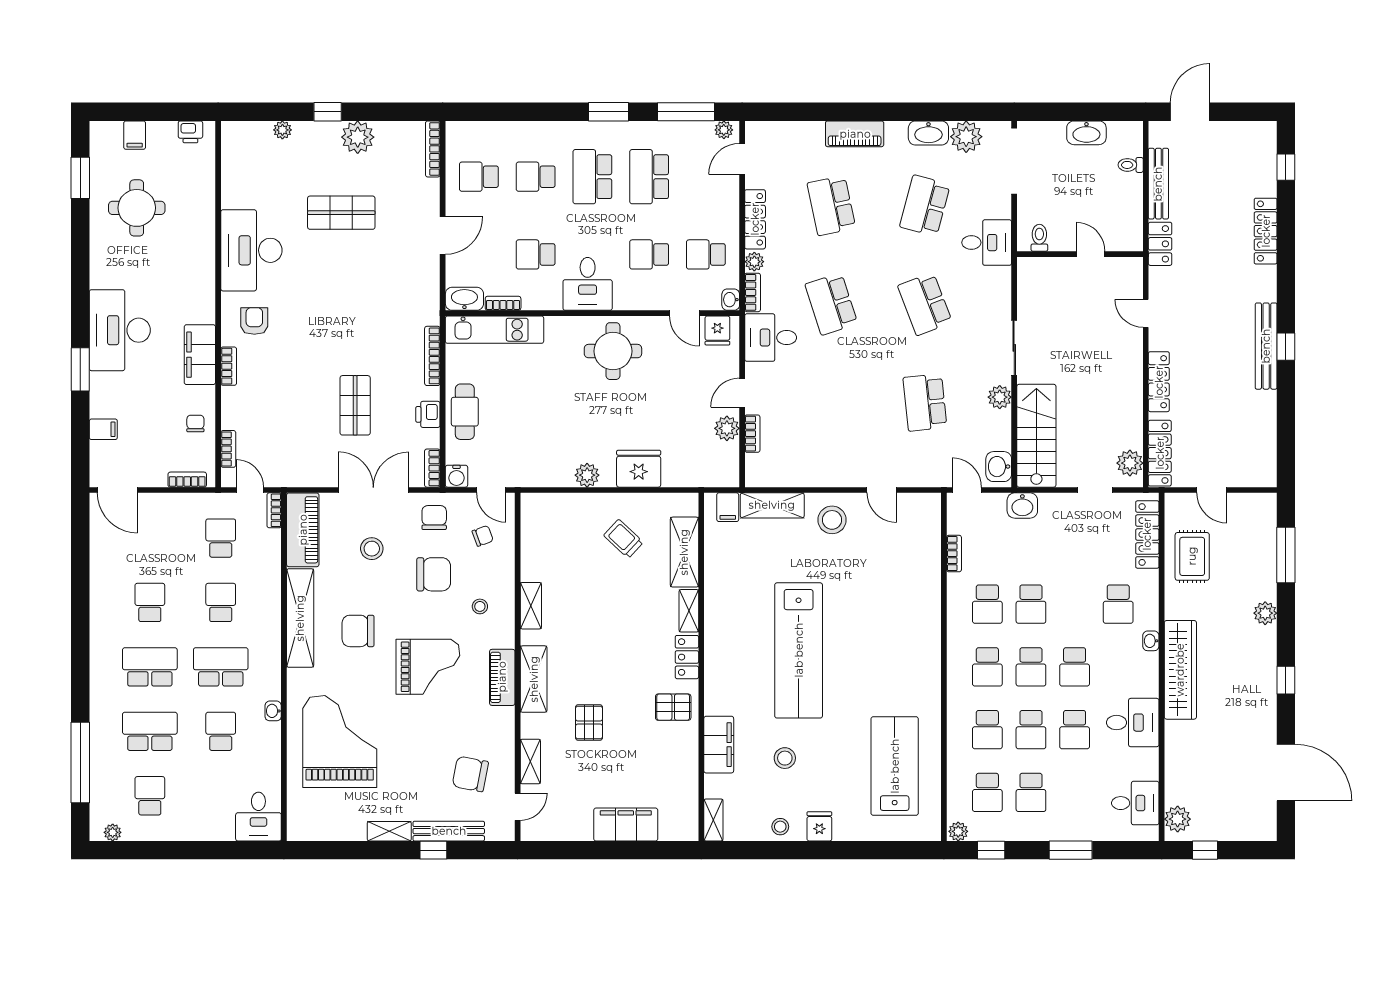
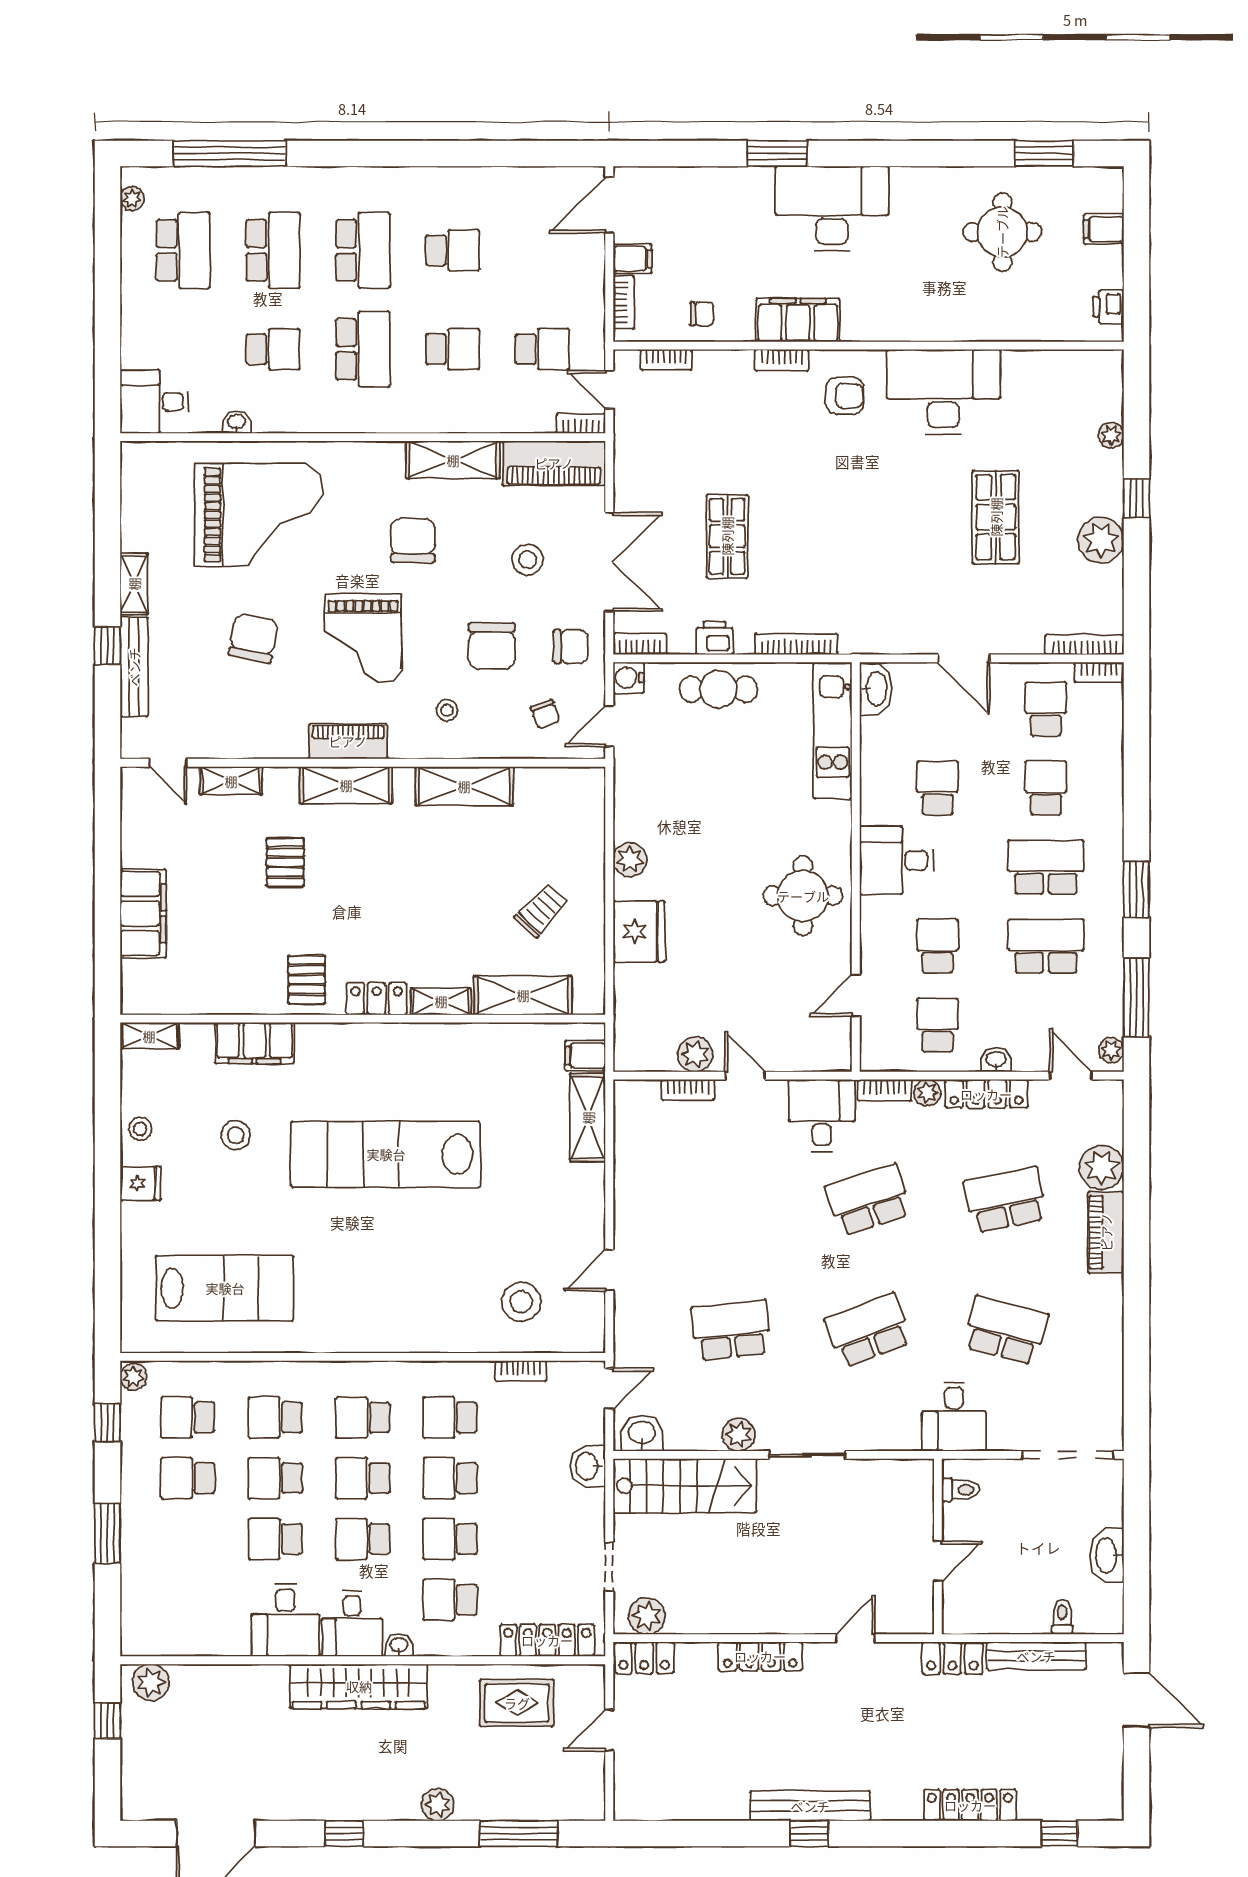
washbasin: (928, 133) -> (1107, 1335), removed
plant: (966, 137) -> (1102, 1167), moved
washbasin: (731, 300) -> (996, 1060), moved
bookcase: (503, 303) -> (1099, 672), moved, turned 90
fridge: (717, 330) -> (832, 1041), removed
shop shelf: (355, 405) -> (727, 536), turned 90
filing cabinet: (103, 429) -> (632, 259), moved, turned -90
locker: (1160, 453) -> (644, 1658), width x0.66
door: (250, 490) -> (609, 390), swing flipped
stool: (832, 520) -> (521, 1302), moved
school desk: (1075, 604) -> (450, 1539), added
shelving: (531, 606) -> (464, 786), width x1.50, depth x1.33
shelving: (300, 618) -> (453, 460), width x0.68
washbasin: (273, 711) -> (236, 422), moved
pallet: (589, 723) -> (285, 862), turned 90
chair: (470, 774) -> (253, 638), moved
school desk: (150, 796) -> (183, 250), width x1.85
desk: (1135, 803) -> (352, 1624), moved

